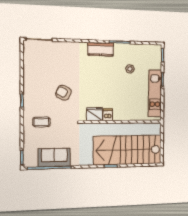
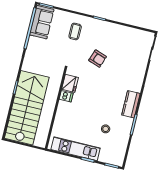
armchair: (63, 93) -> (98, 59), turned 84
sofa: (54, 157) -> (42, 22), moved

